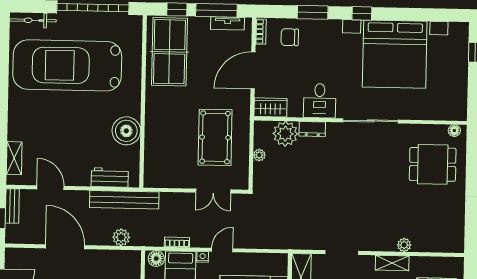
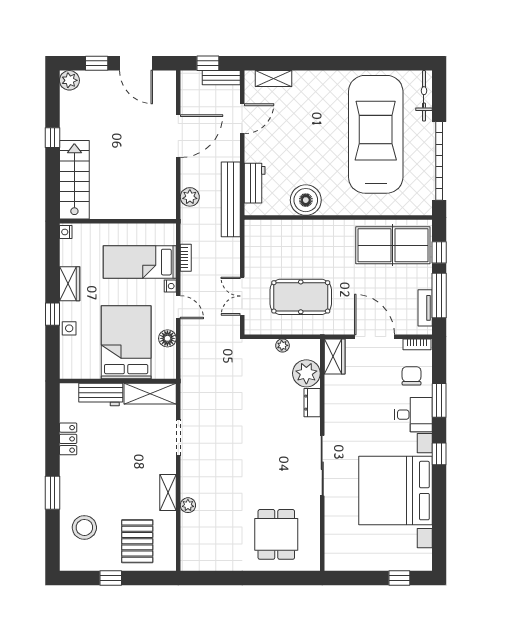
desk: (320, 101) -> (413, 415), moved, turned 180
floor lamp: (454, 131) -> (314, 557), removed
floor lamp: (156, 259) -> (167, 338), moved

